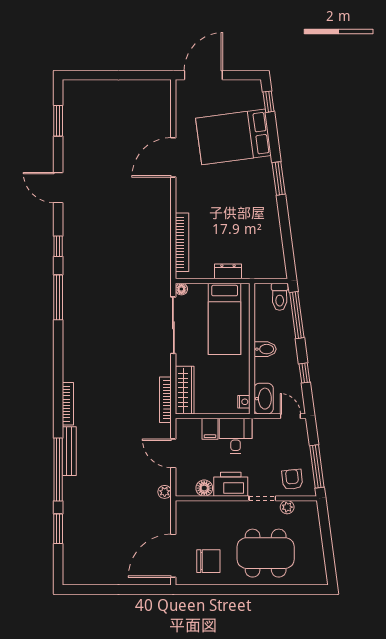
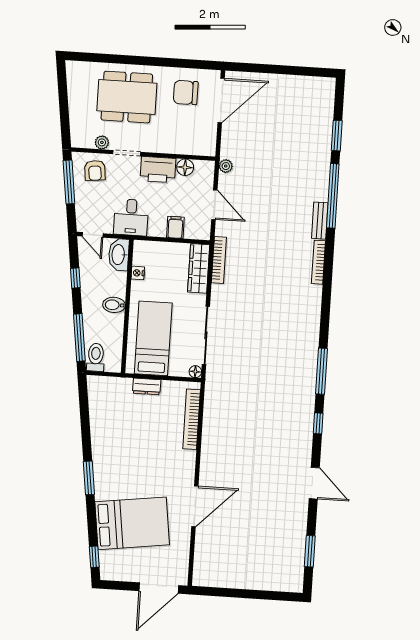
nightstand: (244, 402) -> (138, 273), moved
desk: (236, 436) -> (131, 217), moved
bench: (69, 451) -> (320, 221), width x0.73

